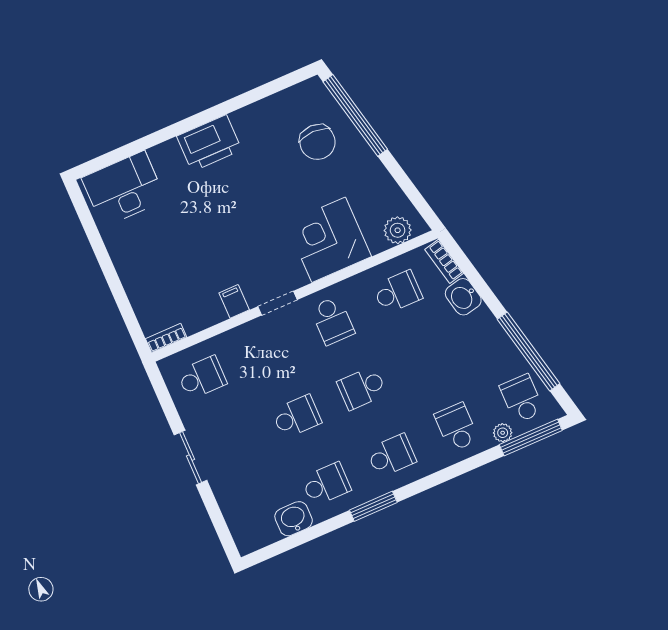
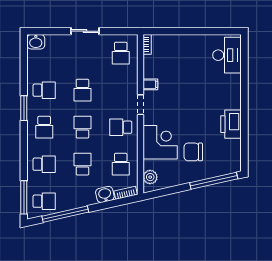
chair: (317, 142) -> (193, 152), moved
printer: (209, 143) -> (231, 124), moved
school desk: (427, 360) -> (82, 164), added
plant: (503, 433) -> (32, 185), removed
school desk: (326, 484) -> (44, 90), turned -90
washbasin: (294, 519) -> (36, 42), moved, turned 90

